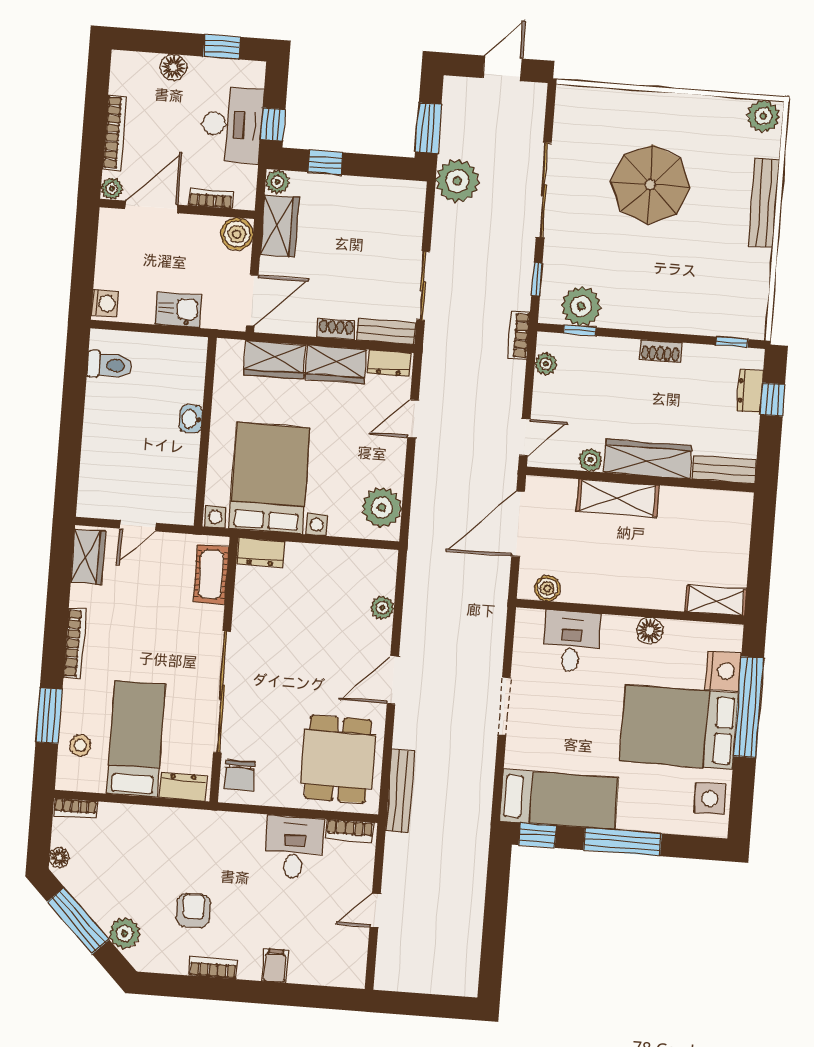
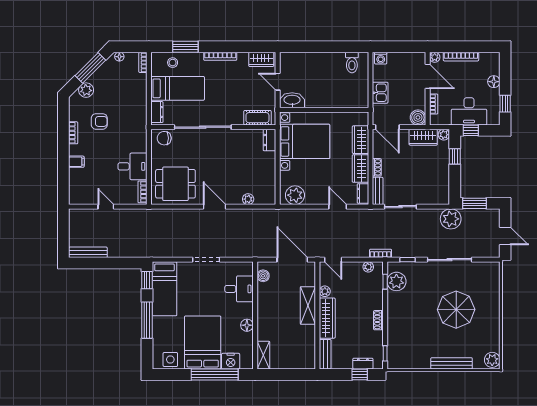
washbasin: (191, 419) -> (292, 100), moved, width x1.91, depth x1.45
bench: (400, 791) -> (88, 252), moved

